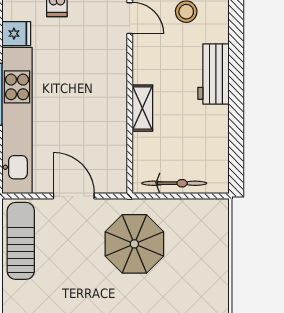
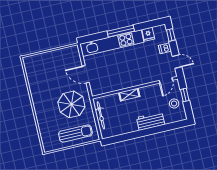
door: (74, 196) -> (86, 74), swing flipped
sun lounger: (21, 241) -> (75, 134), moved

